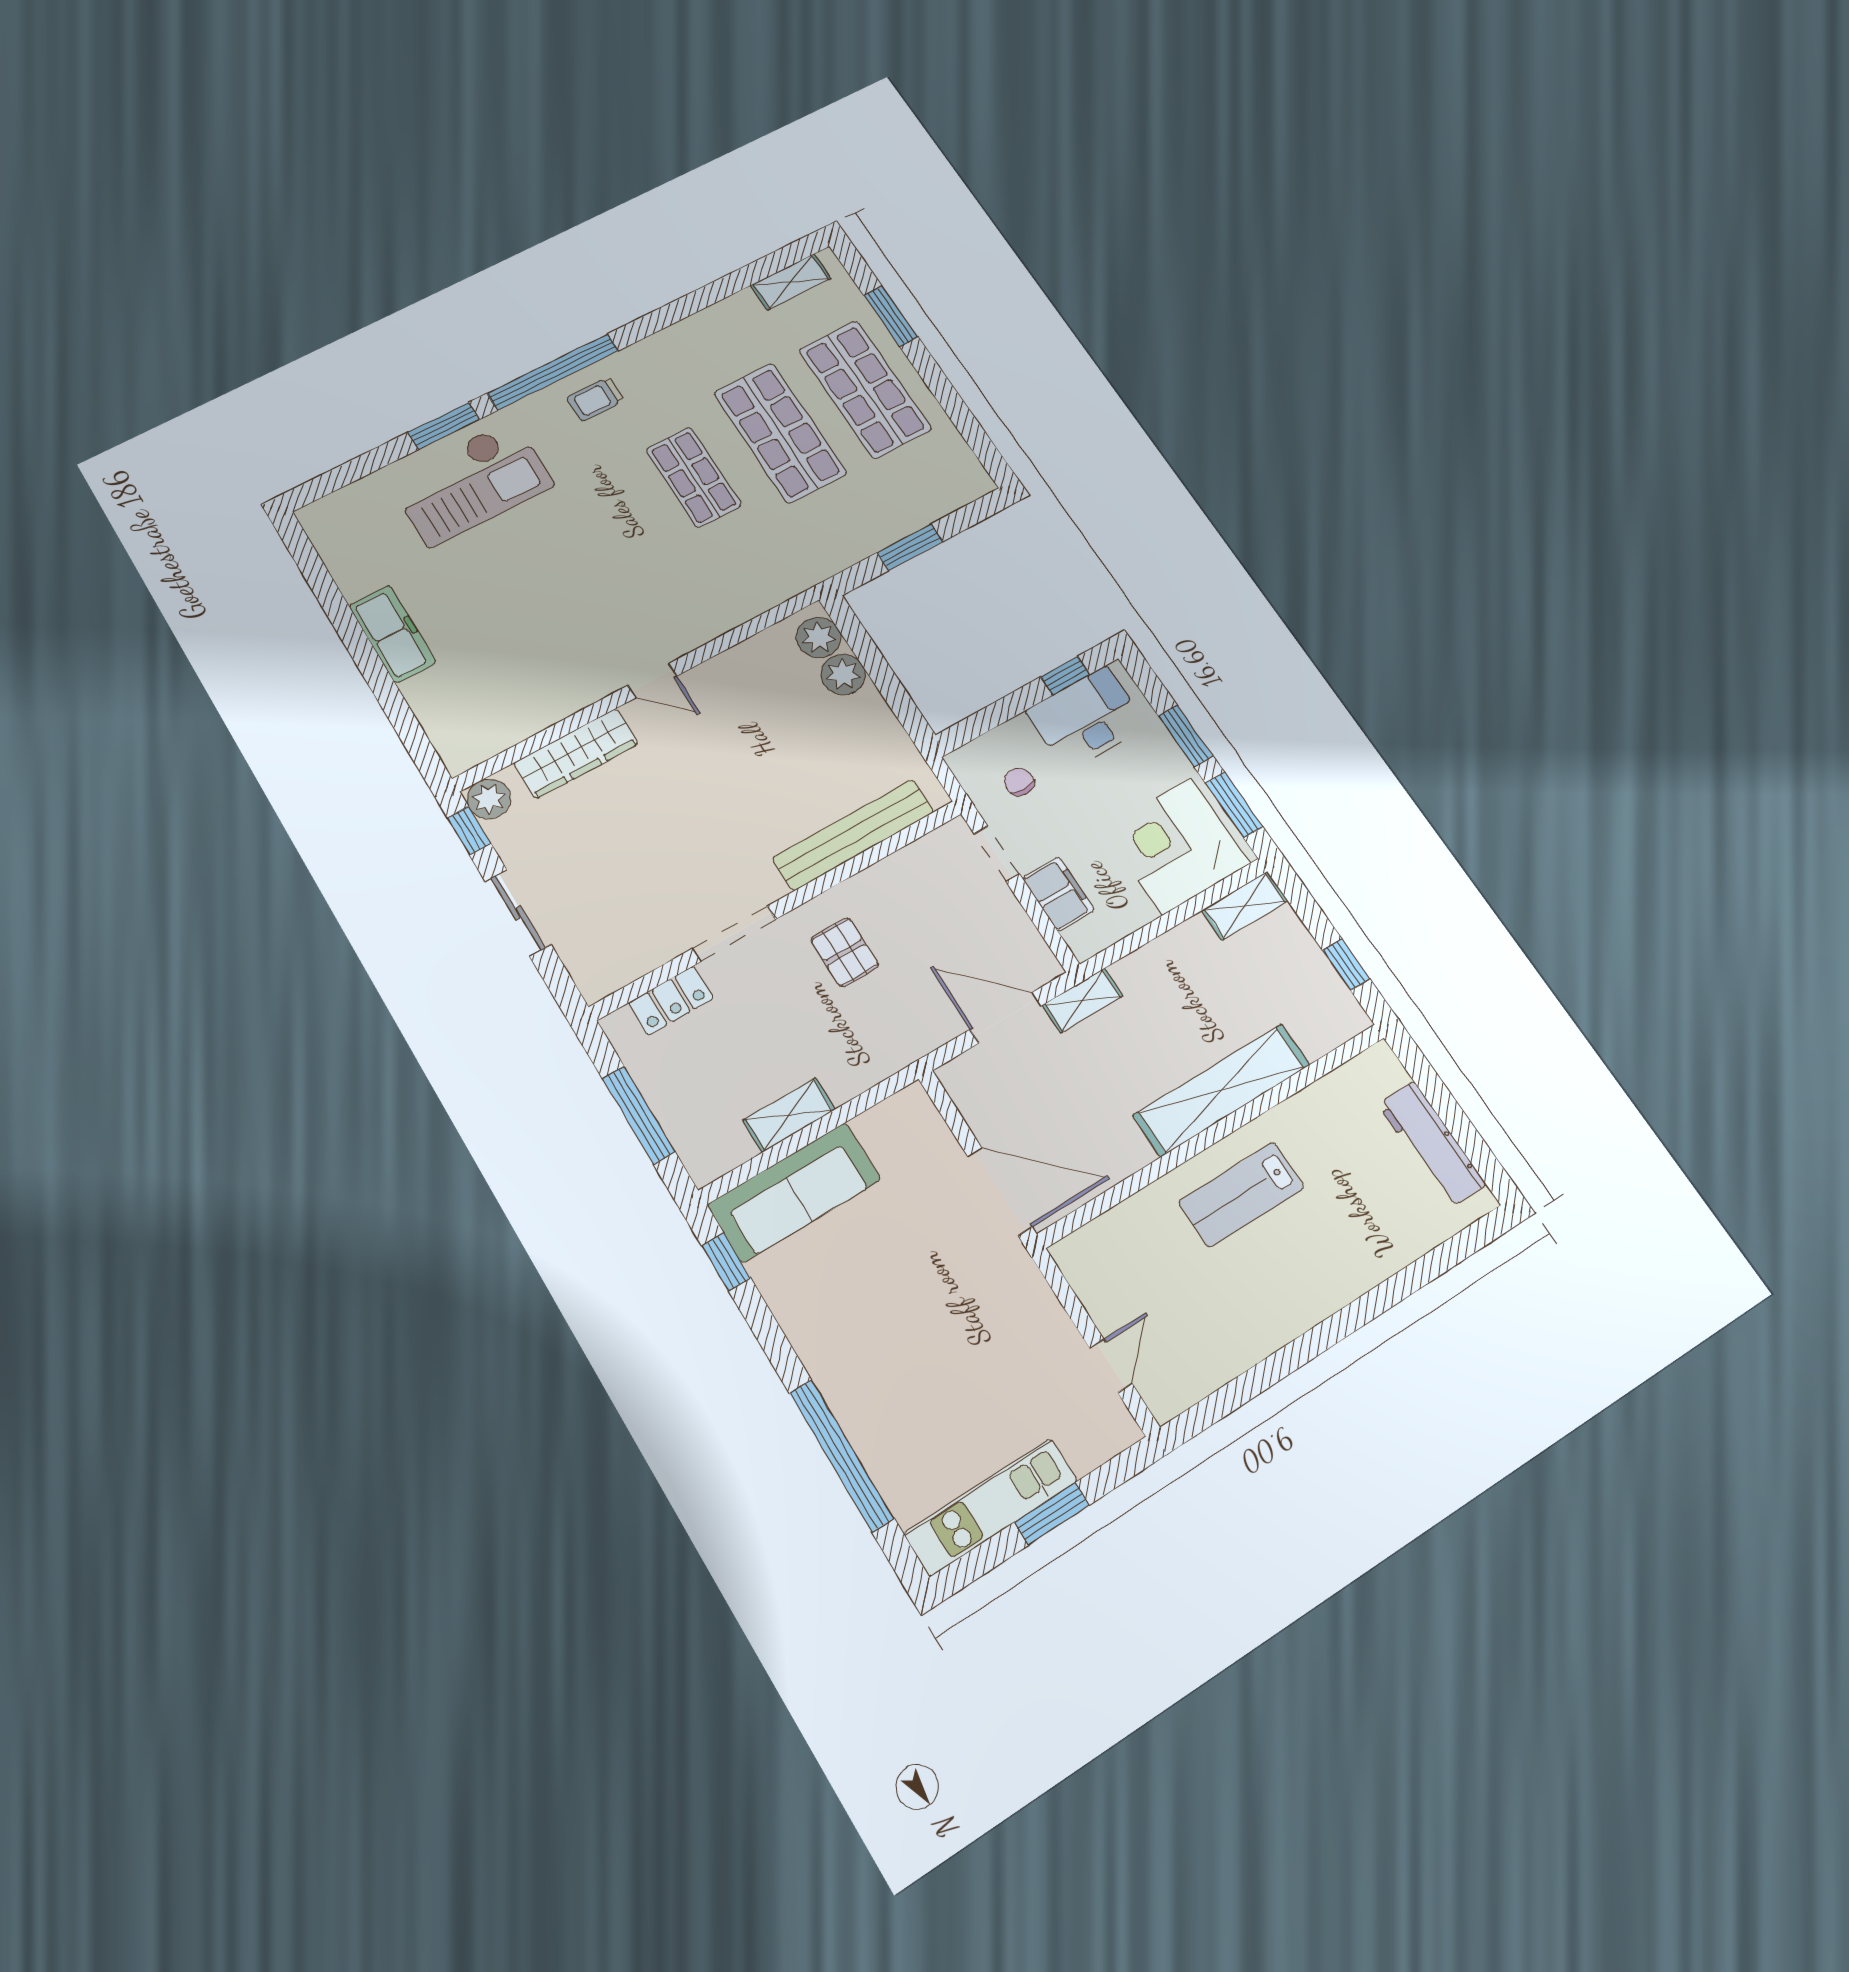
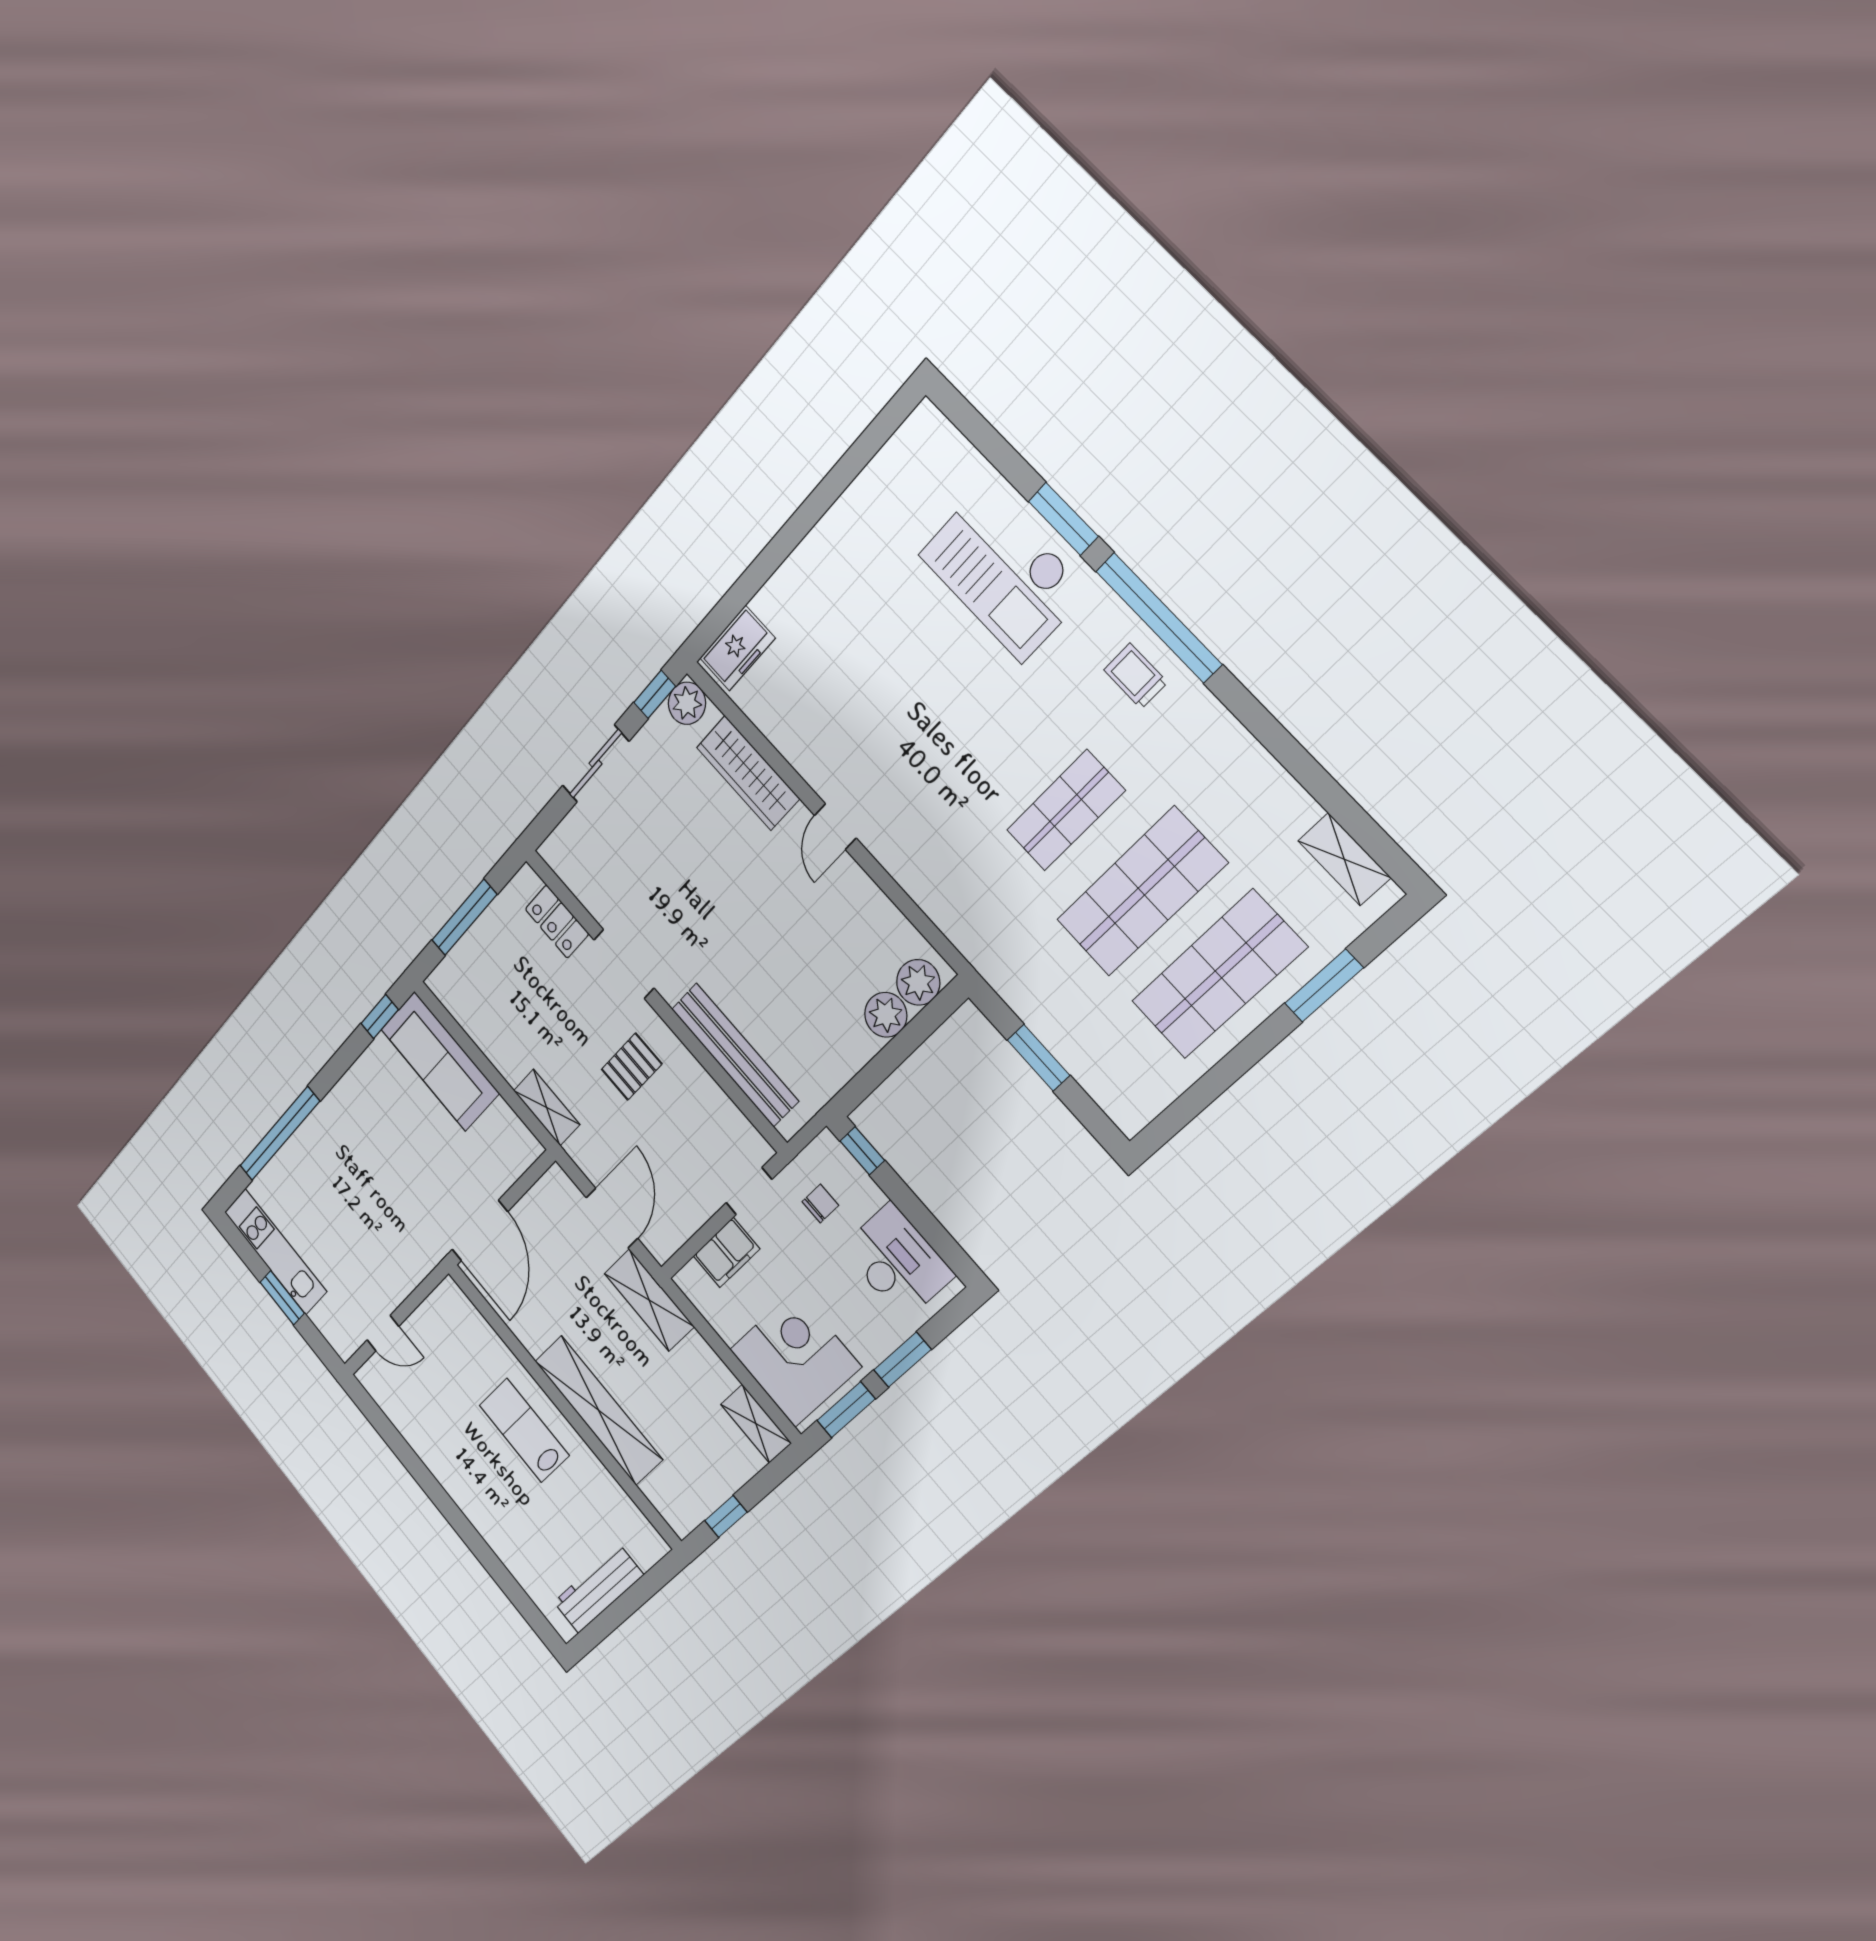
freezer: (392, 634) -> (737, 648), moved, width x0.71
window: (1065, 676) -> (862, 1151), moved
shelving: (1083, 1001) -> (649, 1300), width x1.50, depth x1.33
shelving: (789, 1115) -> (547, 1107), moved

